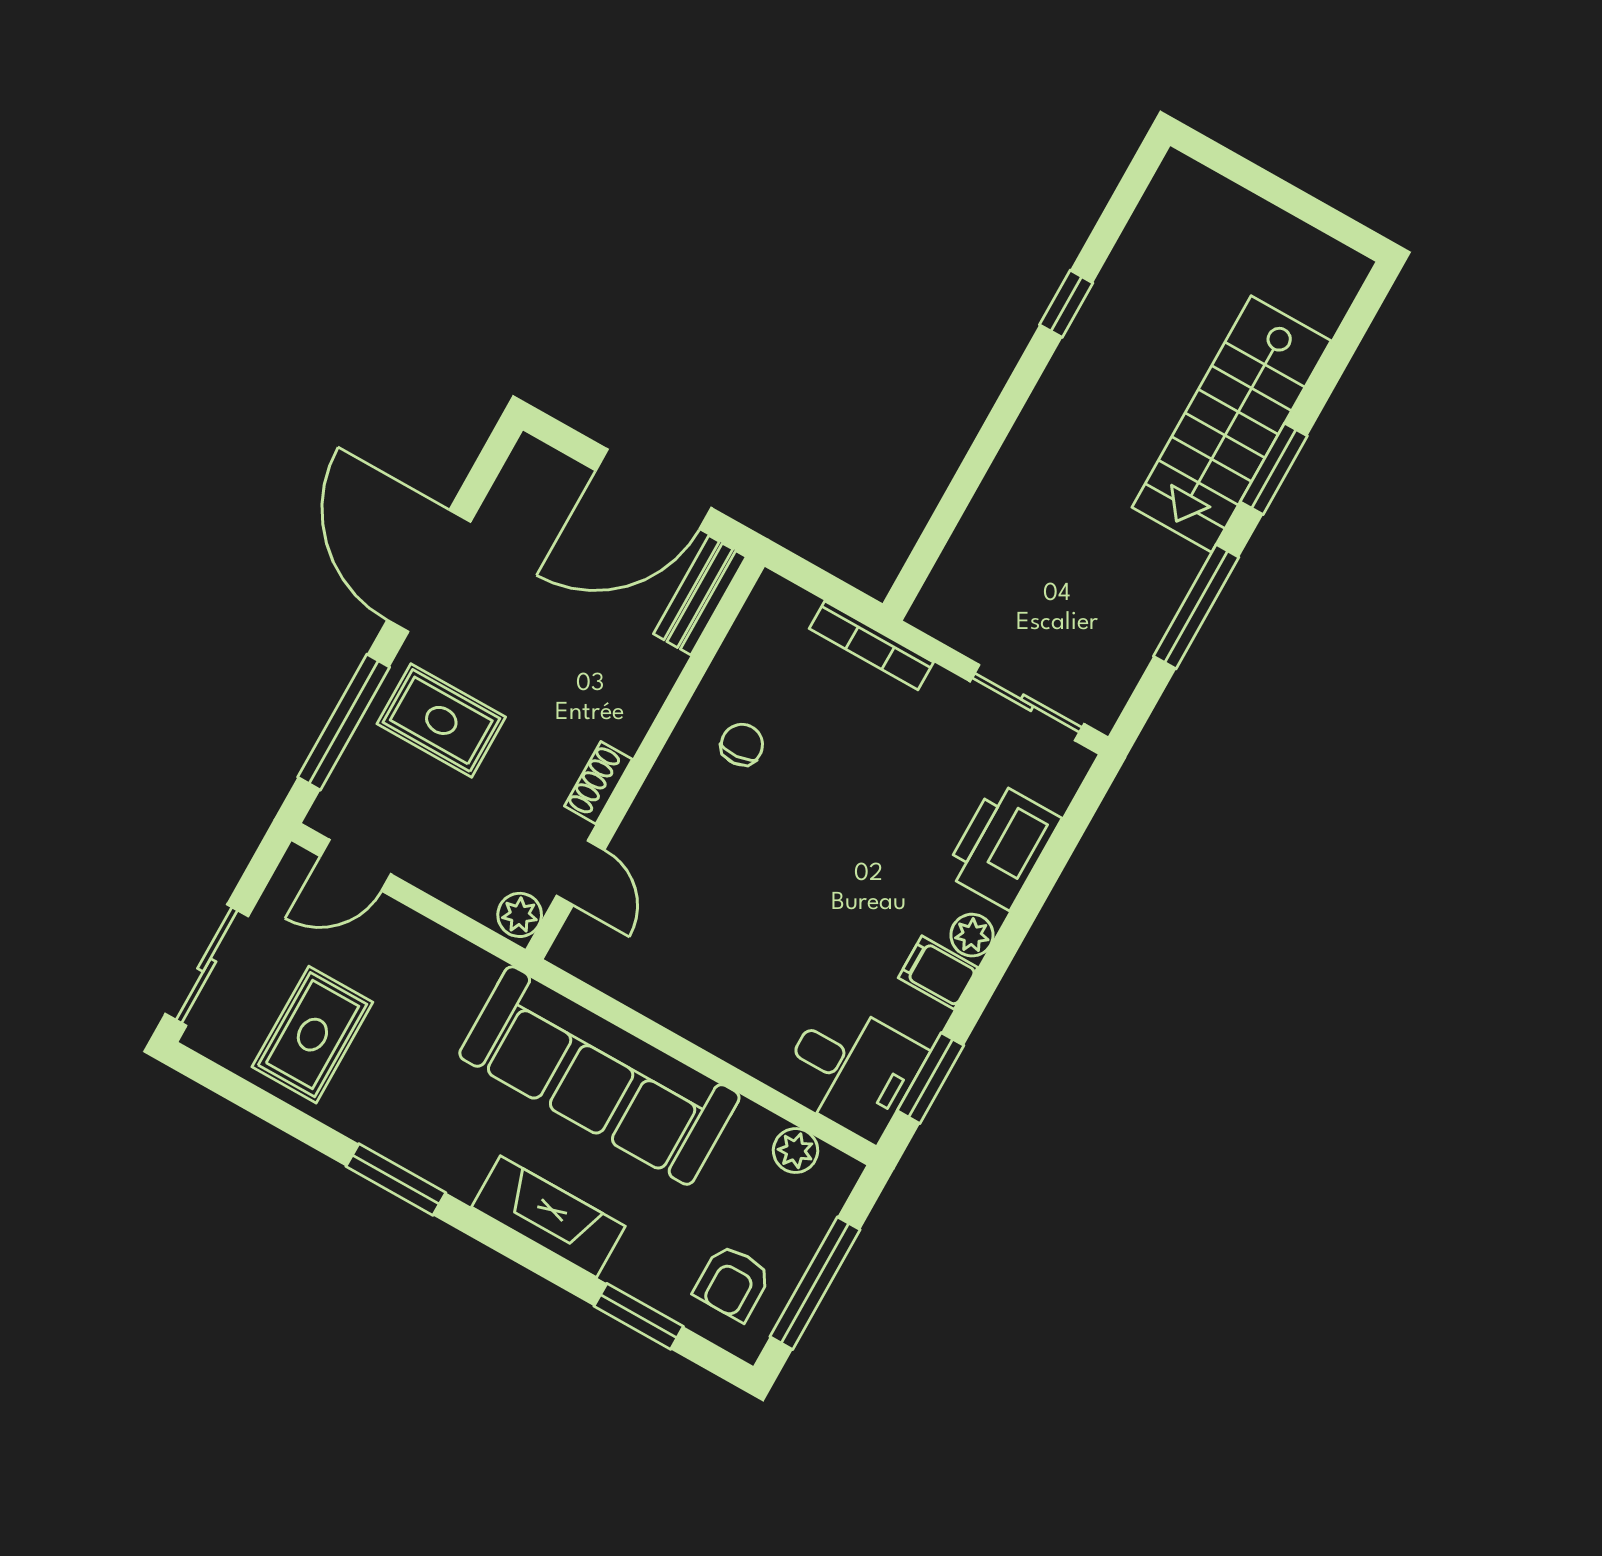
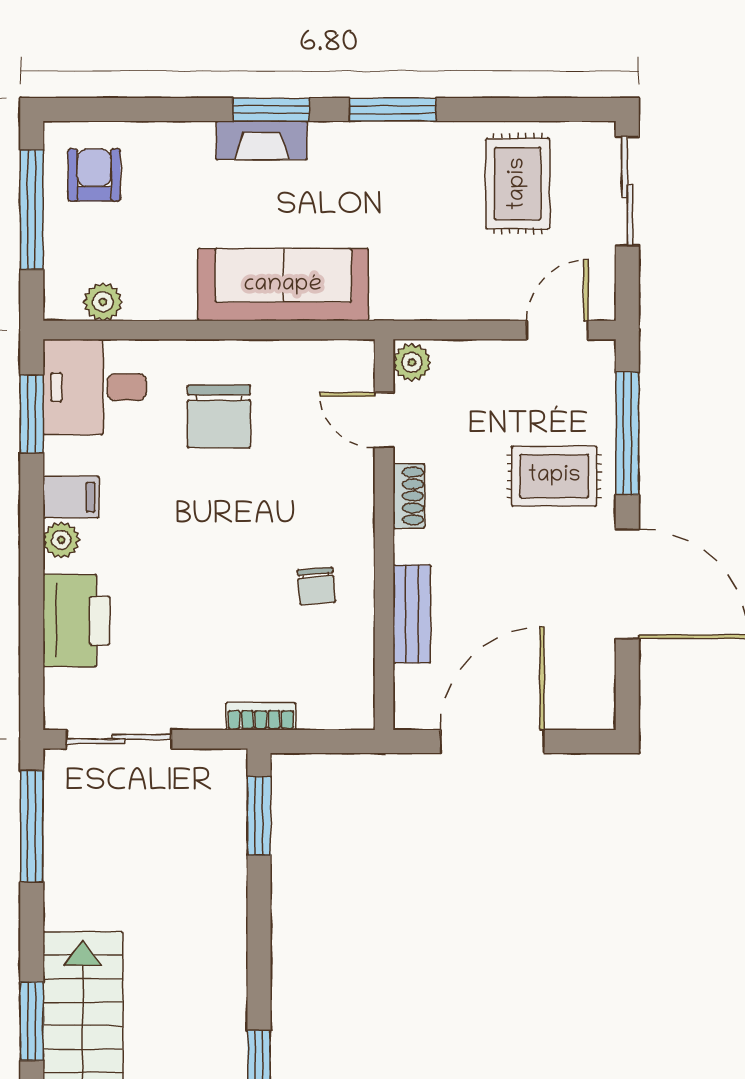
window: (930, 546) -> (259, 816), added
bench: (700, 595) -> (412, 614), moved
window: (1196, 607) -> (32, 826), moved
bookcase: (871, 645) -> (261, 716), width x0.64
chair: (744, 970) -> (219, 416), added
sofa: (599, 1076) -> (283, 285), width x0.74, depth x0.79
fireplace: (548, 1217) -> (262, 140), width x0.73, depth x0.76
window: (639, 1316) -> (271, 110), moved

